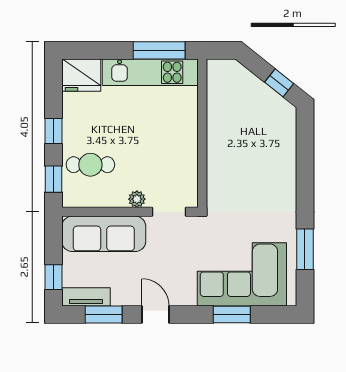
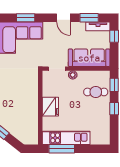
fridge: (81, 75) -> (50, 107), moved, turned 90

